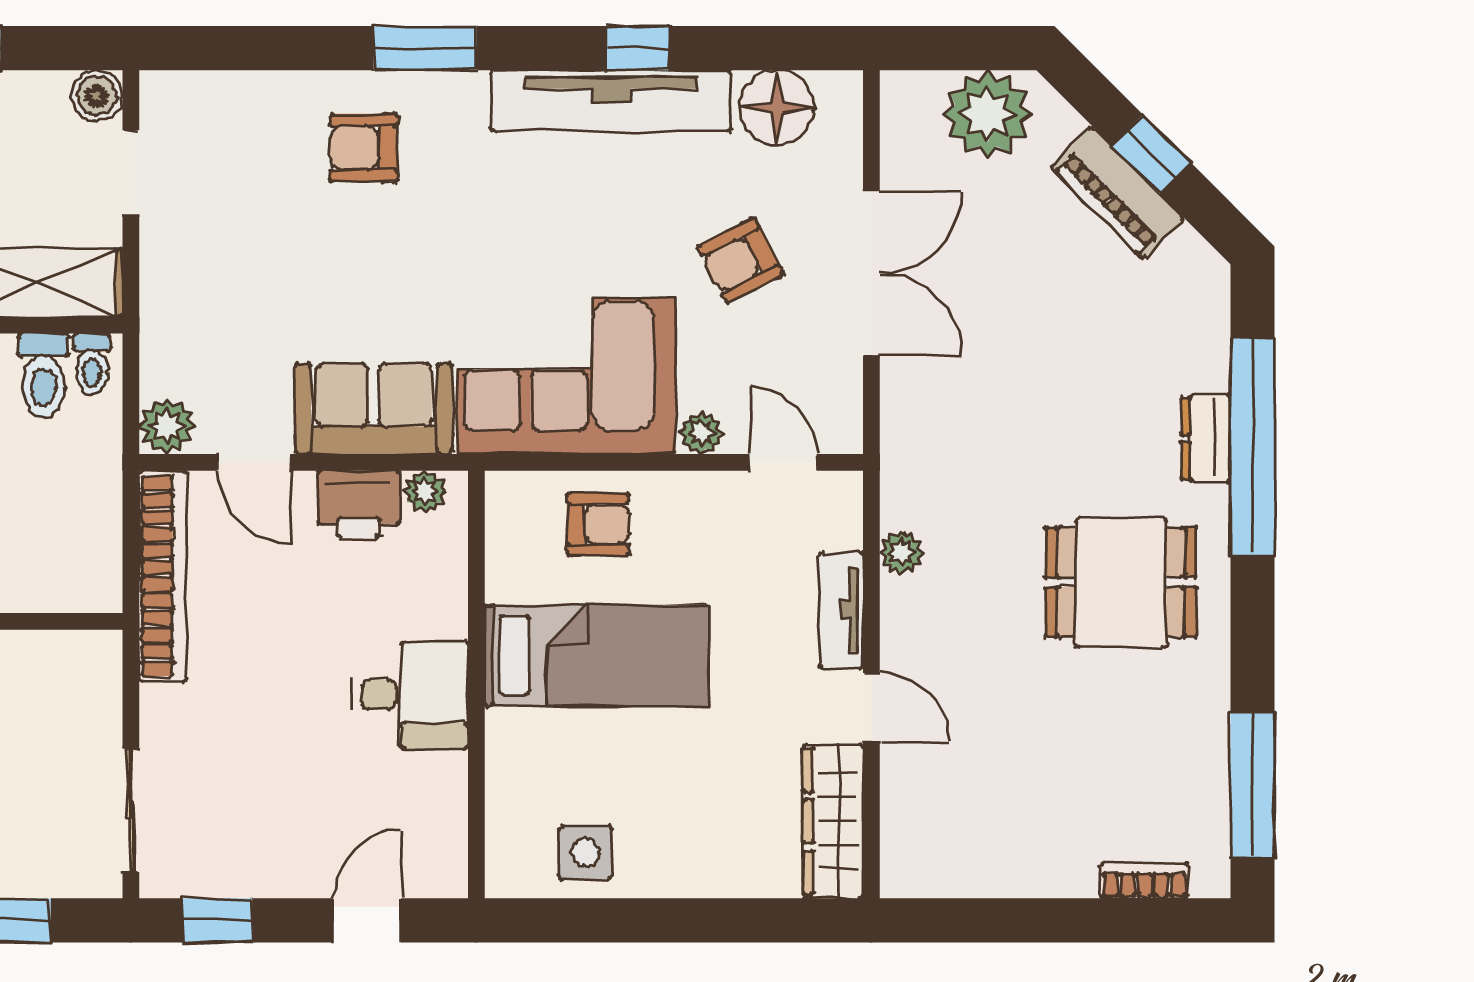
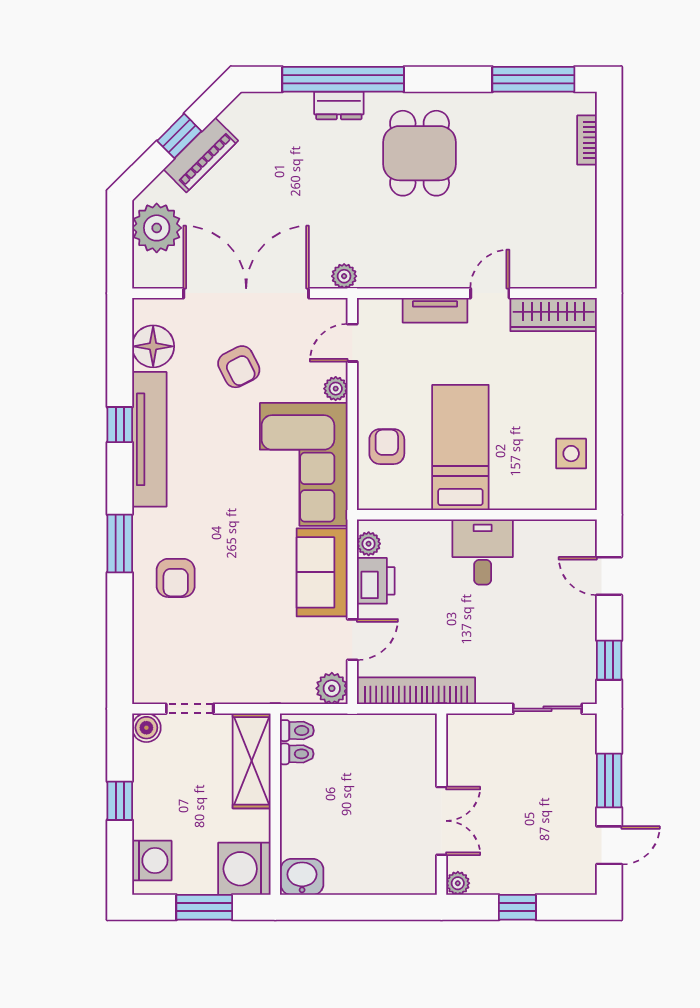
double door: (871, 273) -> (246, 293), width x1.36
toilet: (43, 375) -> (297, 754), width x0.73, depth x0.72
plant: (902, 553) -> (344, 276), moved

